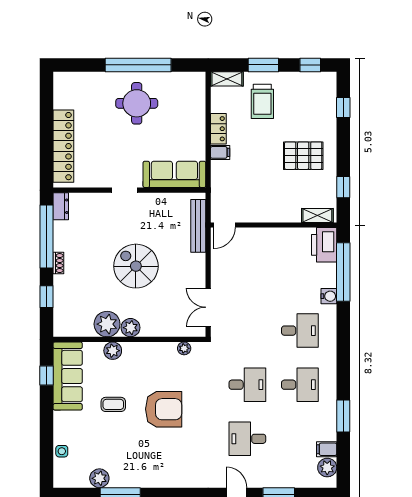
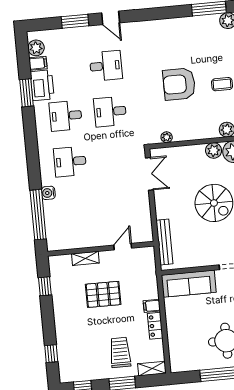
pallet: (303, 156) -> (103, 294), moved
shelving: (317, 215) -> (85, 258), moved
door: (225, 225) -> (123, 247), moved
printer: (324, 245) -> (42, 85), moved

